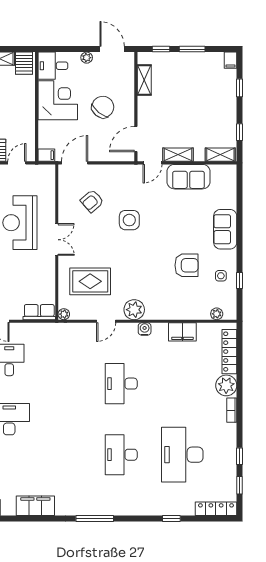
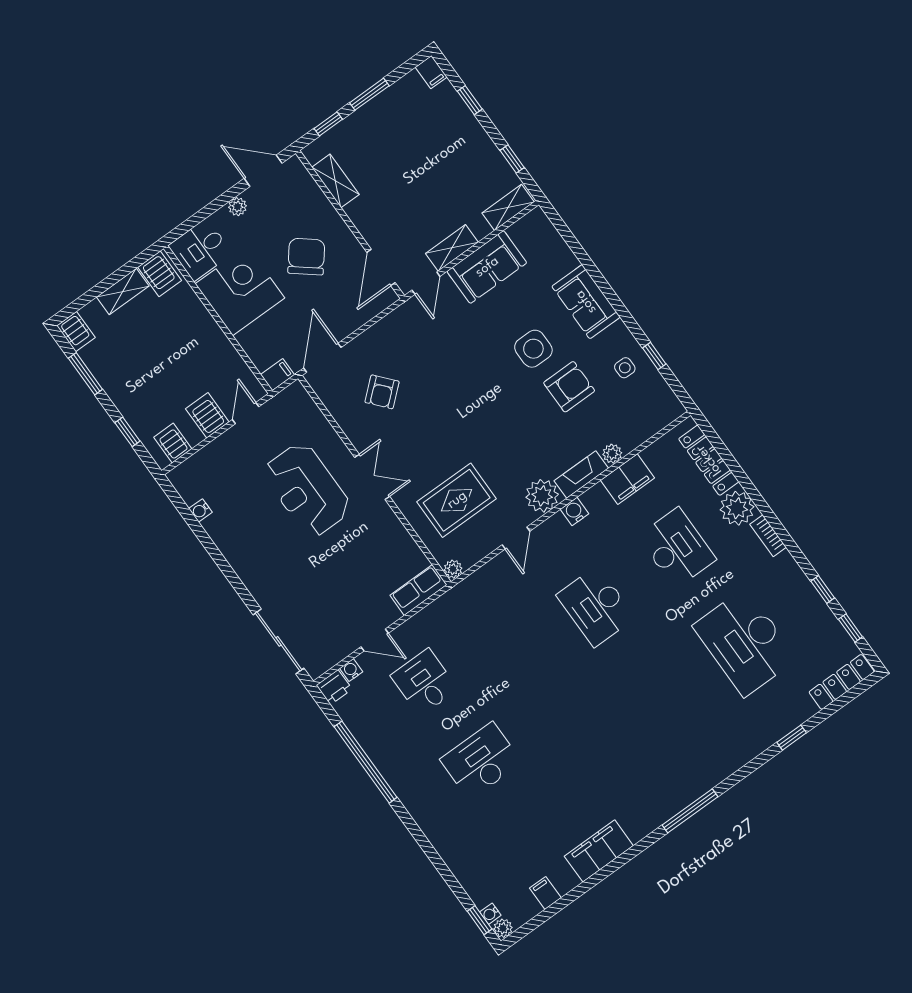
side table: (129, 220) -> (533, 349), moved
fireplace: (161, 313) -> (581, 474), added
plant: (217, 314) -> (612, 454), moved
desk: (121, 455) -> (677, 548), moved, turned 180

